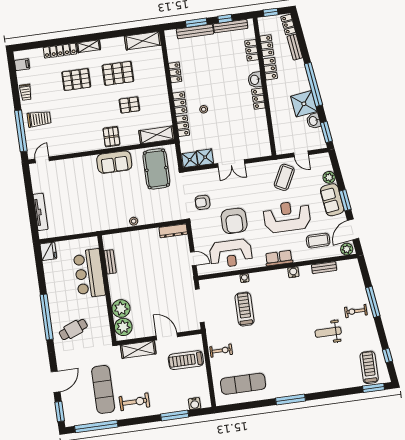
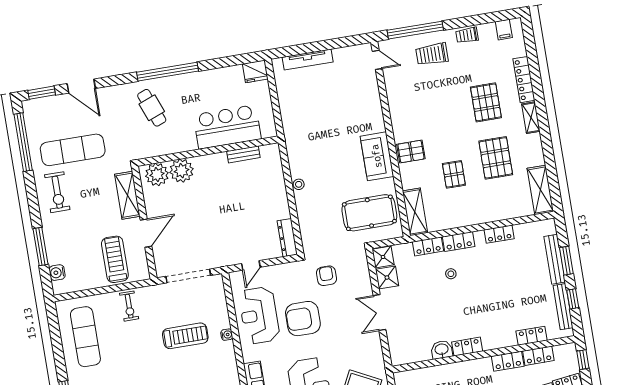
washbasin: (255, 80) -> (442, 350), moved
trolley: (39, 119) -> (432, 54), turned 90

